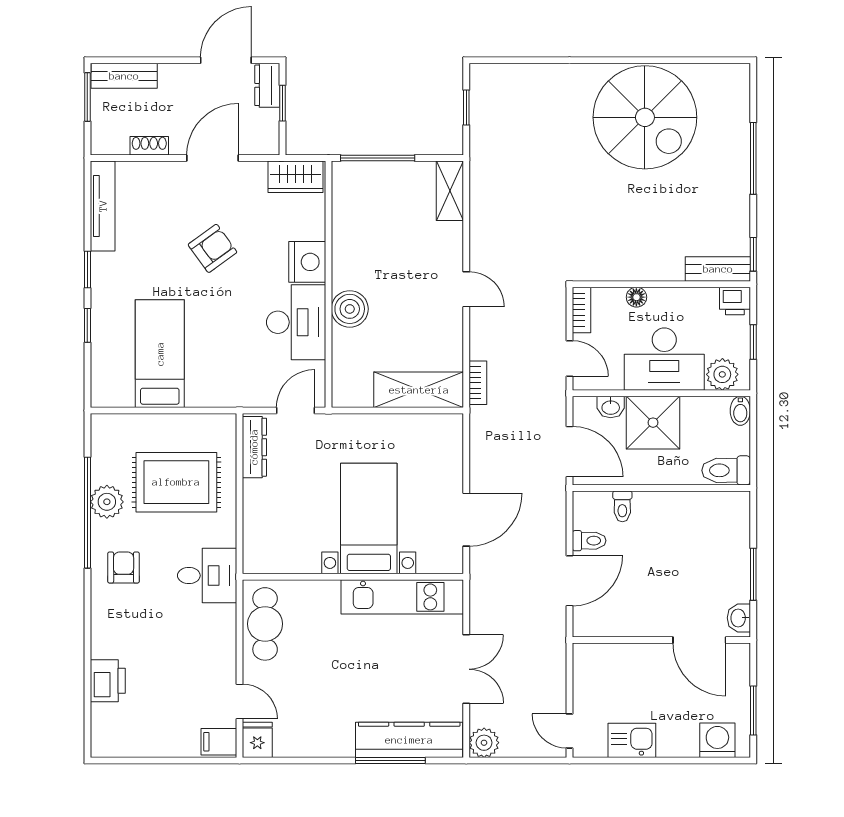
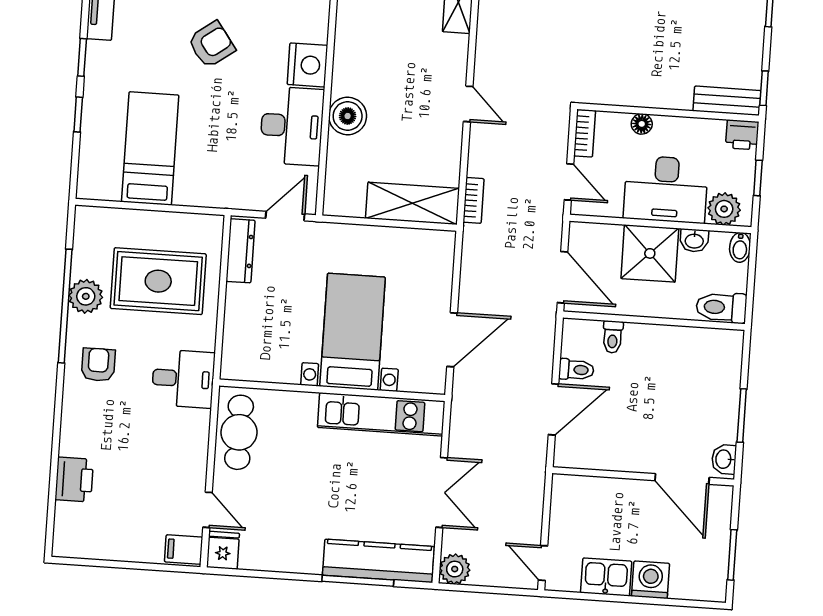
washbasin: (611, 407) -> (694, 240), moved
washing machine: (717, 740) -> (651, 580), moved

